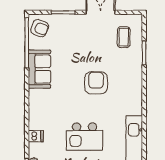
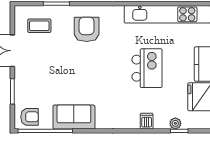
armchair: (40, 28) -> (30, 117), turned 69
armchair: (96, 83) -> (87, 29), moved, turned 90

